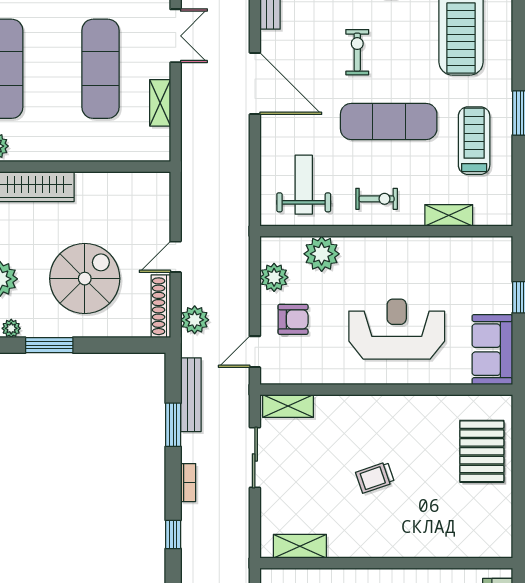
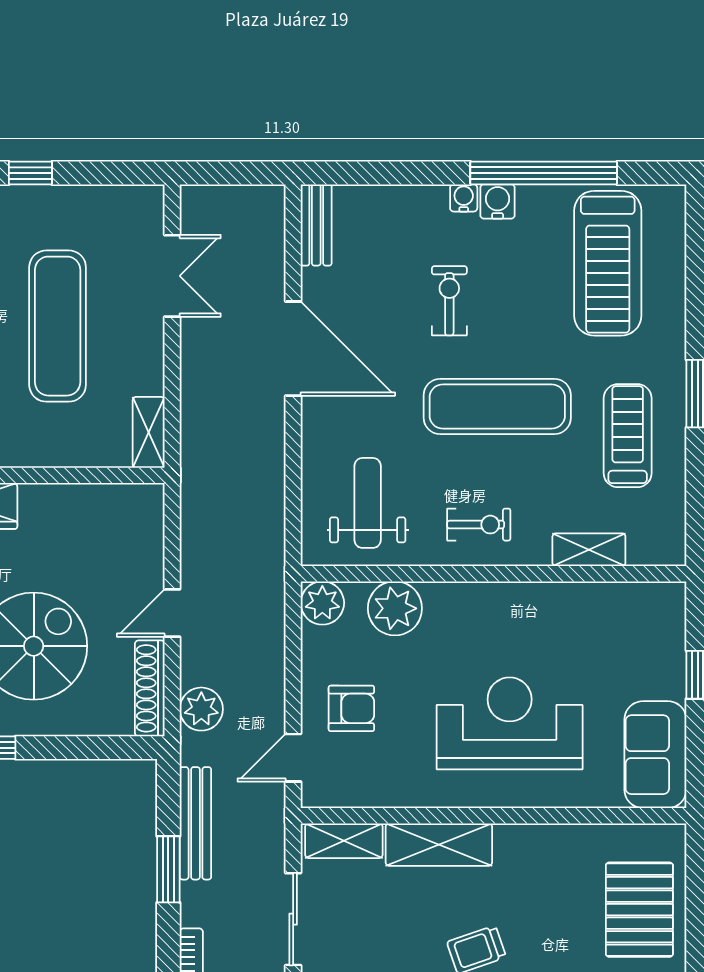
shelving: (160, 103) -> (149, 432), moved
plant: (274, 277) -> (322, 603), moved
shelving: (350, 409) -> (439, 845), added

